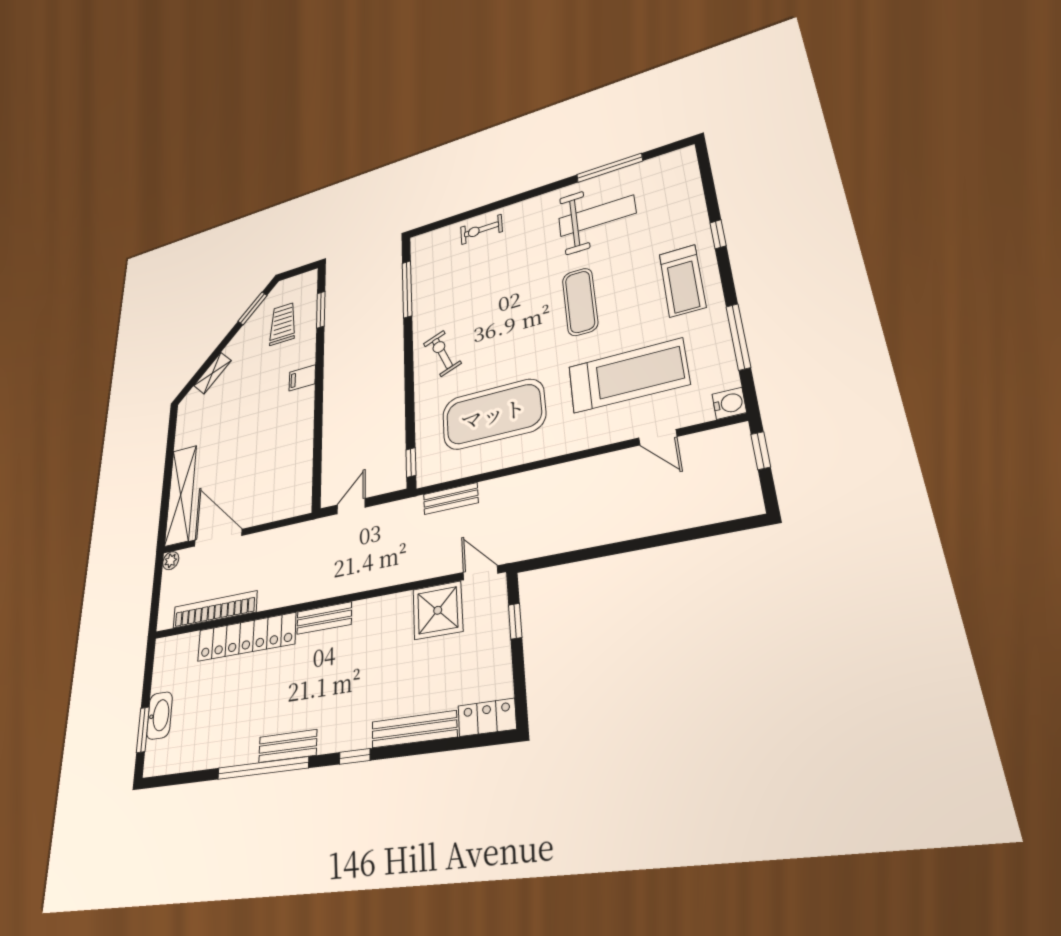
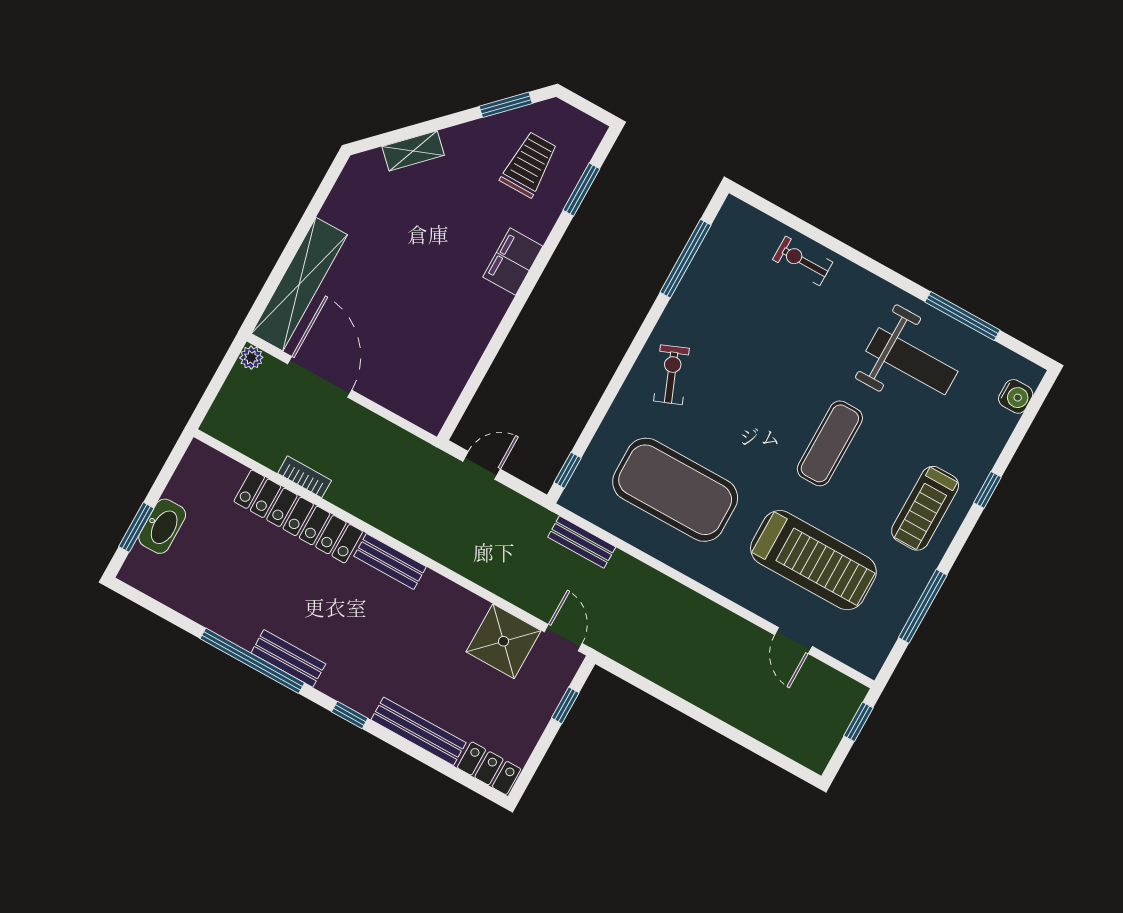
filing cabinet: (302, 378) -> (513, 262), width x2.00
water cooler: (729, 403) -> (1016, 396), moved
bookcase: (215, 609) -> (305, 477), width x0.43, depth x0.76

